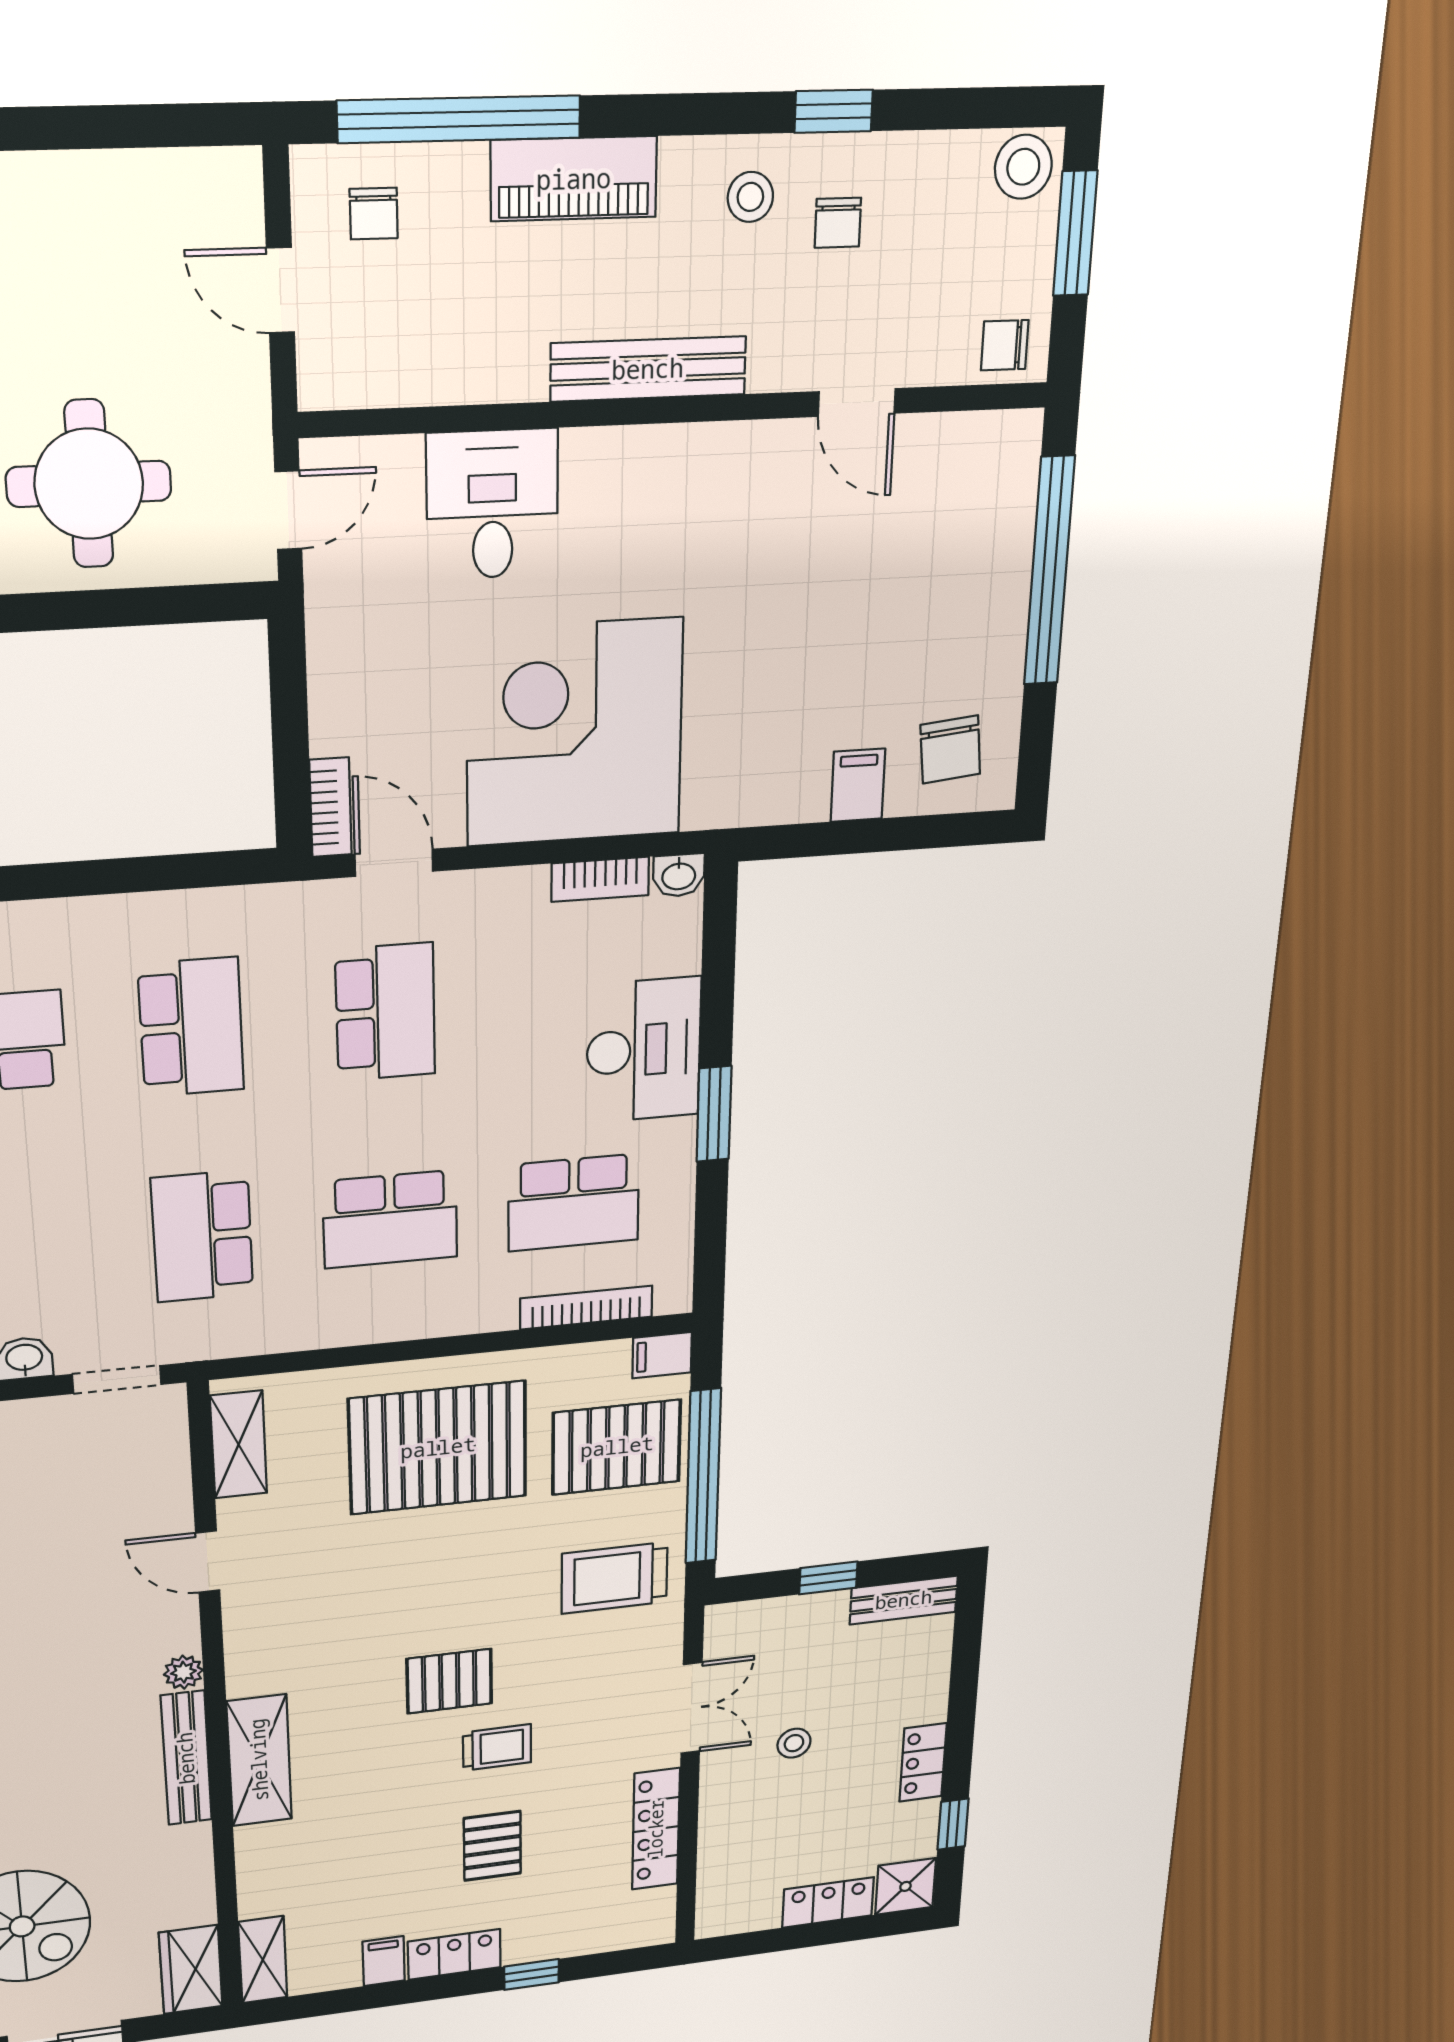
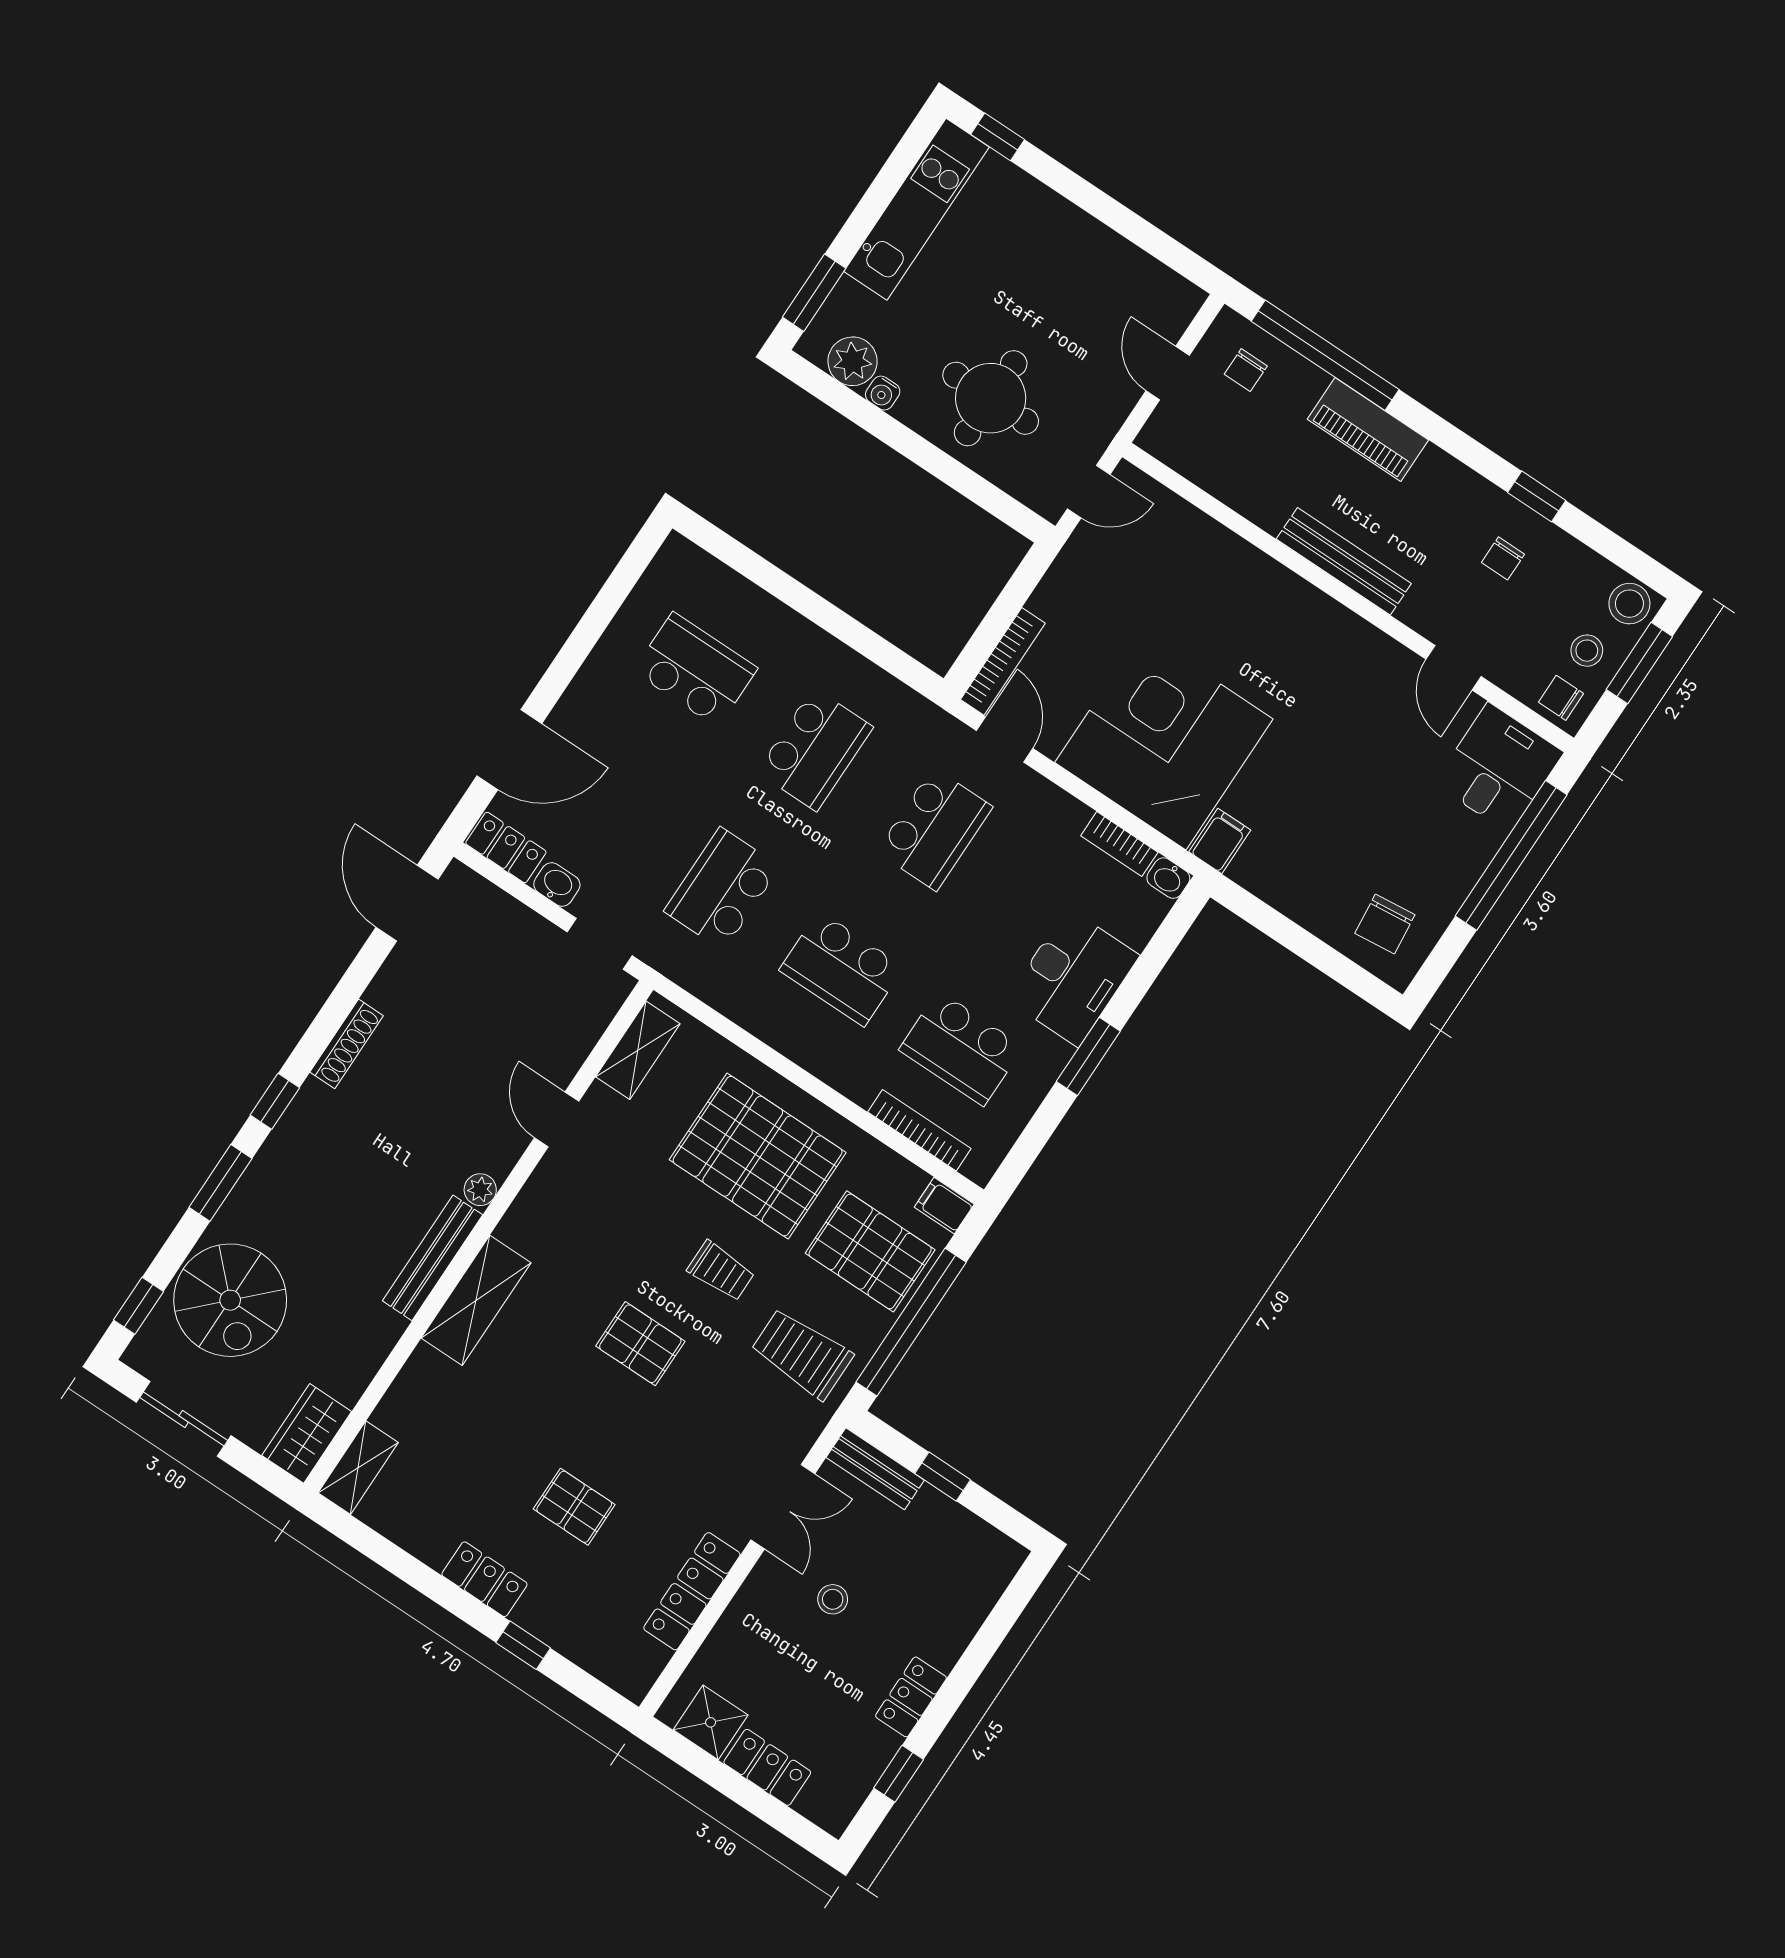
stool: (750, 197) -> (1587, 651), moved
desk: (492, 504) -> (1499, 768), moved
filing cabinet: (858, 785) -> (1220, 841), moved
bookcase: (331, 807) -> (1003, 661), width x1.56
bench: (904, 1600) -> (875, 1469), moved
trolley: (497, 1747) -> (721, 1271), moved
pallet: (492, 1846) -> (574, 1507), turned 90
shower: (905, 1886) -> (711, 1722), moved
filing cabinet: (384, 1961) -> (434, 1542), removed

